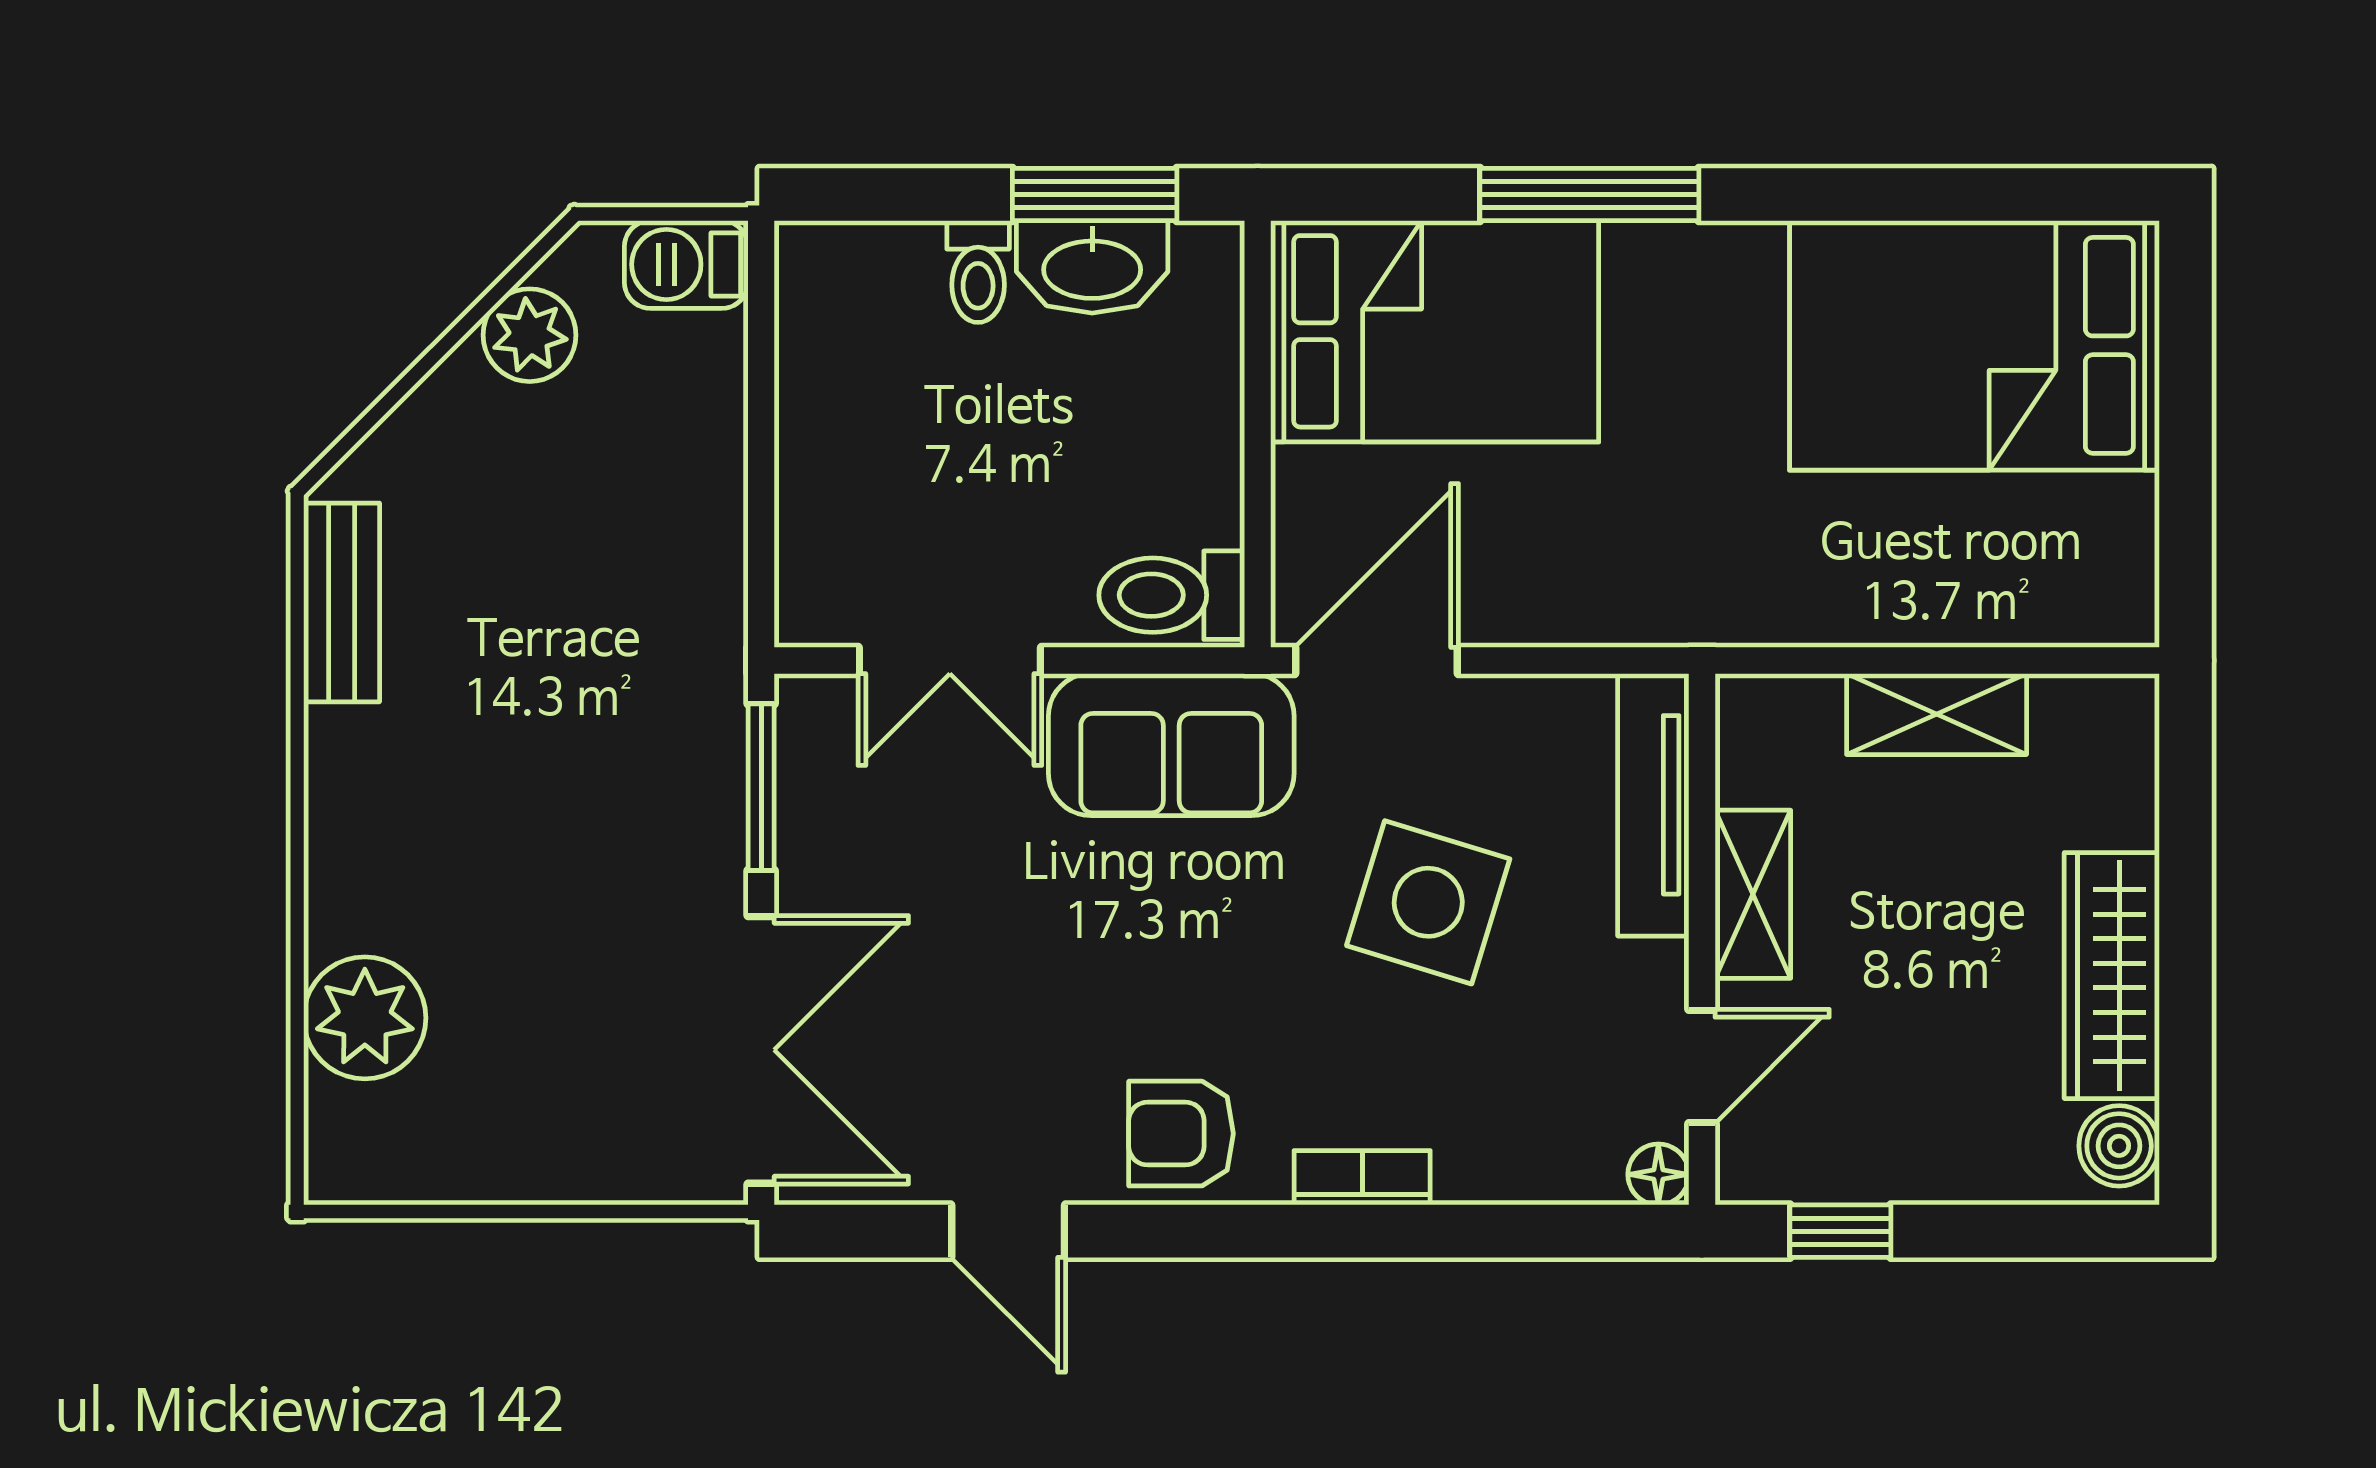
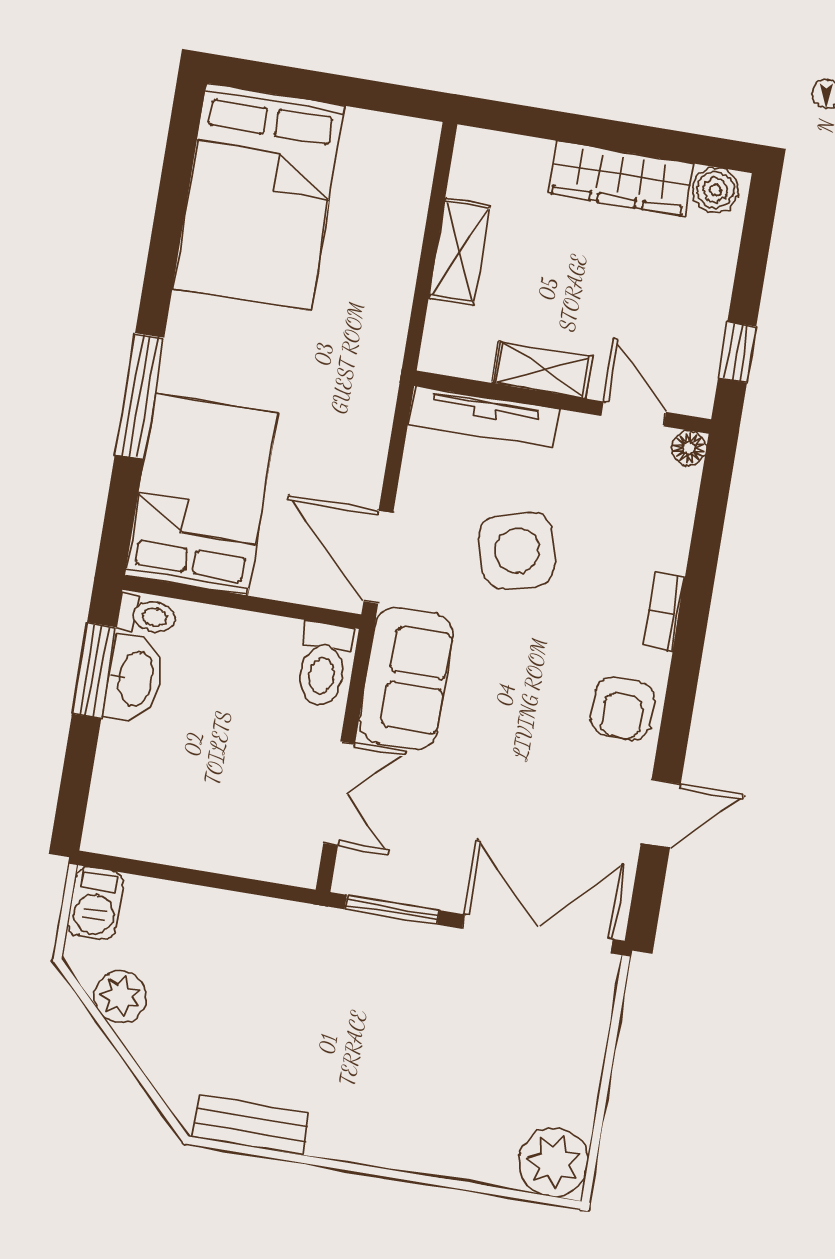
toilet: (978, 272) -> (147, 616), moved
side table: (1428, 902) -> (517, 551), turned -32
plant: (365, 1018) -> (553, 1162), moved

